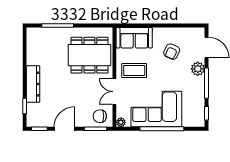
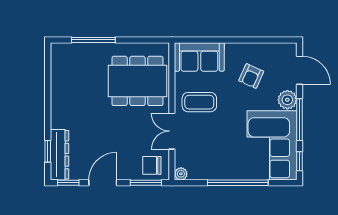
dresser: (33, 84) -> (59, 155), moved
corner sofa: (156, 109) -> (272, 145), moved, turned -90

